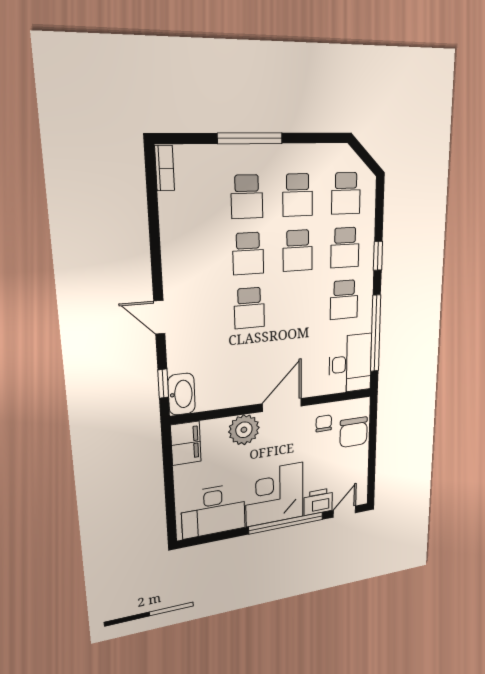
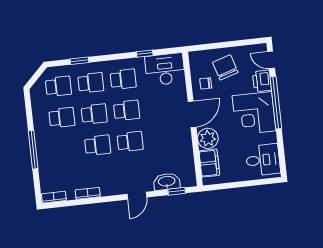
school desk: (247, 197) -> (127, 110), moved
bookcase: (168, 231) -> (88, 193), added
window: (378, 256) -> (79, 61), moved
window: (376, 333) -> (145, 54), width x0.32
washbasin: (182, 394) -> (167, 182), moved
door: (282, 405) -> (192, 114), swing flipped
chair: (354, 432) -> (225, 67), moved, turned -107
filing cabinet: (186, 443) -> (209, 163), moved, turned 90
desk: (213, 511) -> (263, 160), width x0.73

